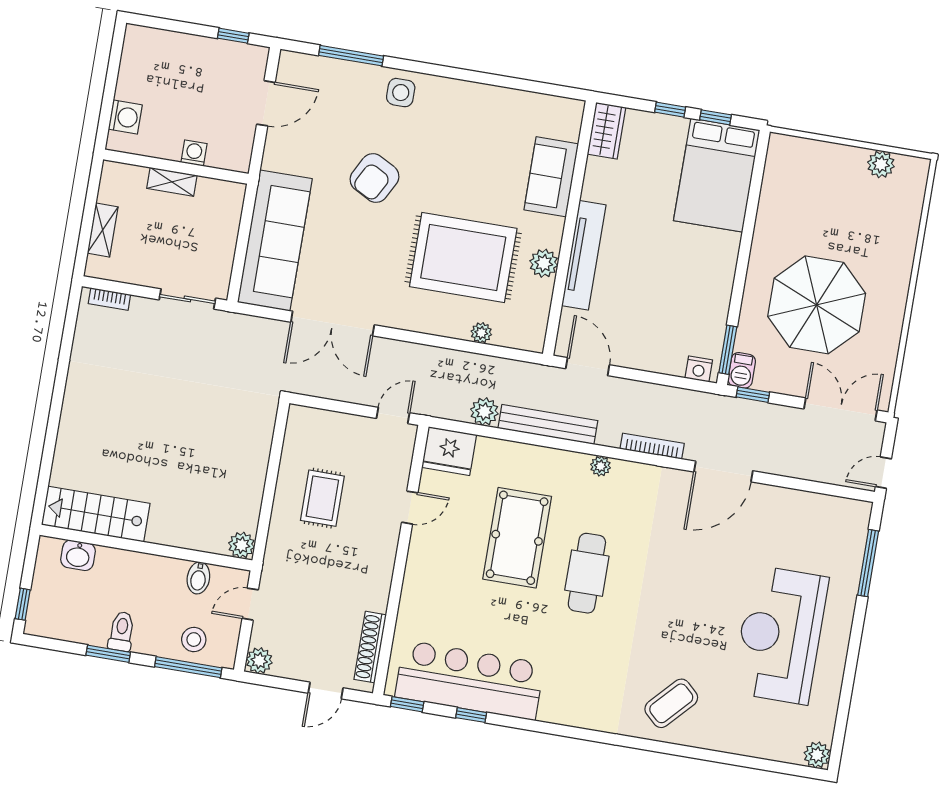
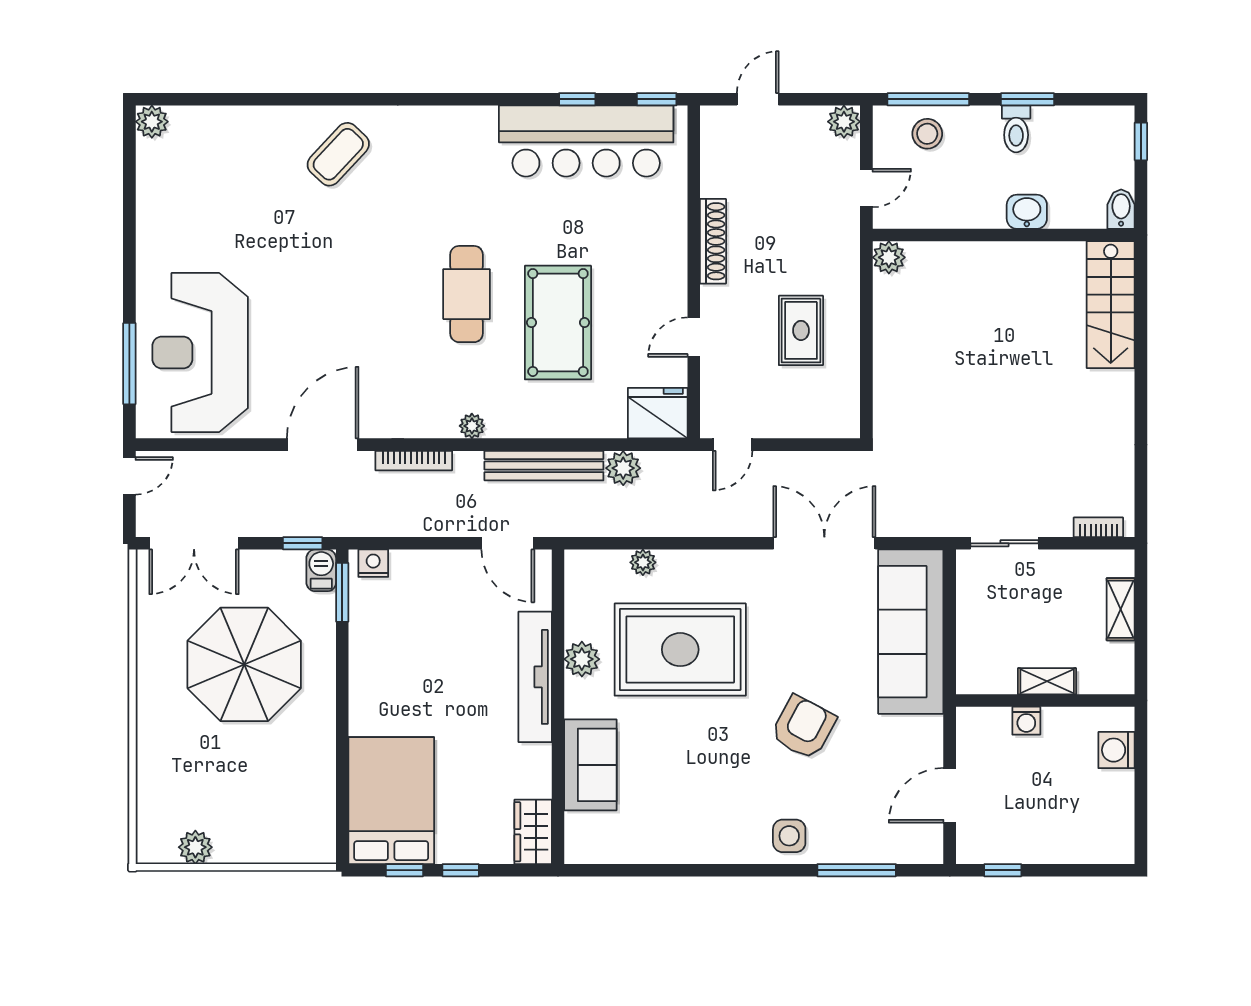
stairs: (96, 514) -> (1111, 305), moved, turned 90
washbasin: (78, 555) -> (1027, 212), moved
bidet: (198, 578) -> (1121, 209), moved
reception desk: (780, 635) -> (200, 352), moved, turned 180
shoe rack: (370, 647) -> (713, 241), moved

